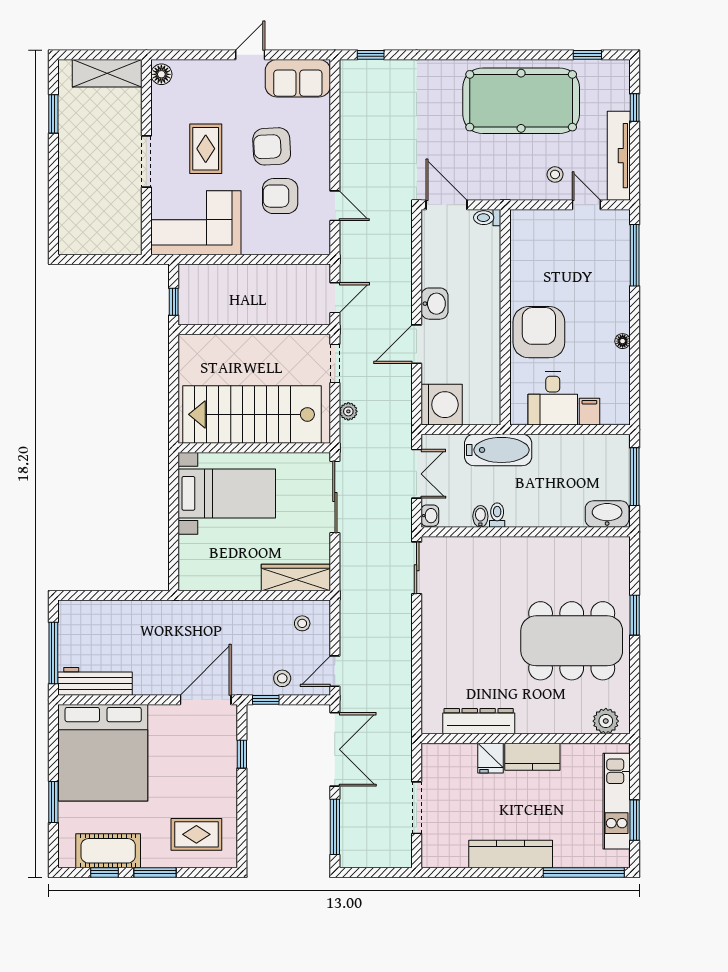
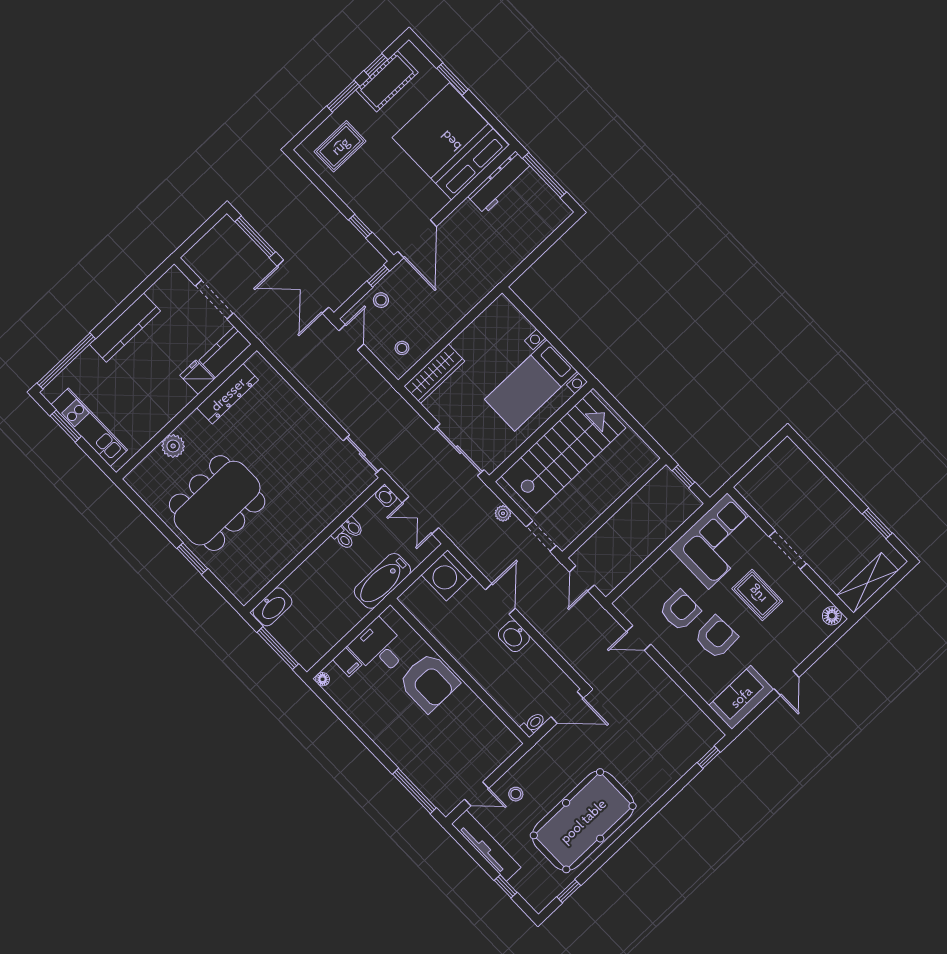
floor lamp: (623, 341) -> (323, 679), moved
plant: (606, 721) -> (173, 446), moved
kitchen counter: (532, 757) -> (225, 352), moved

